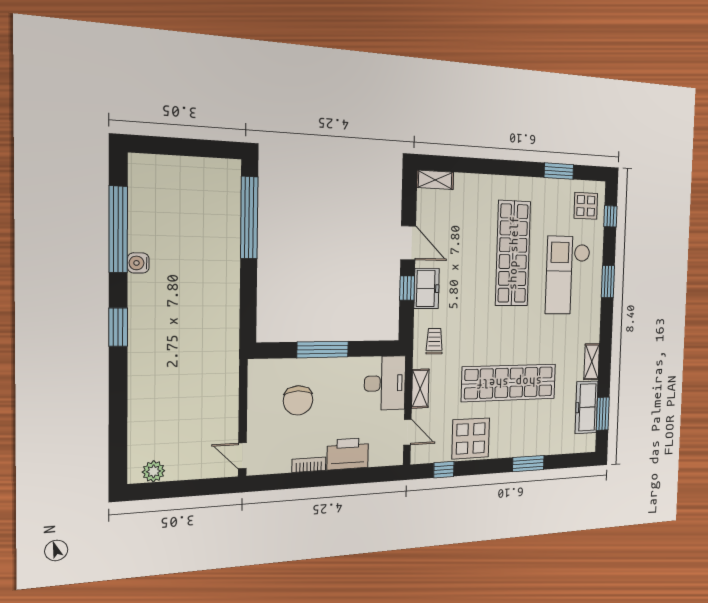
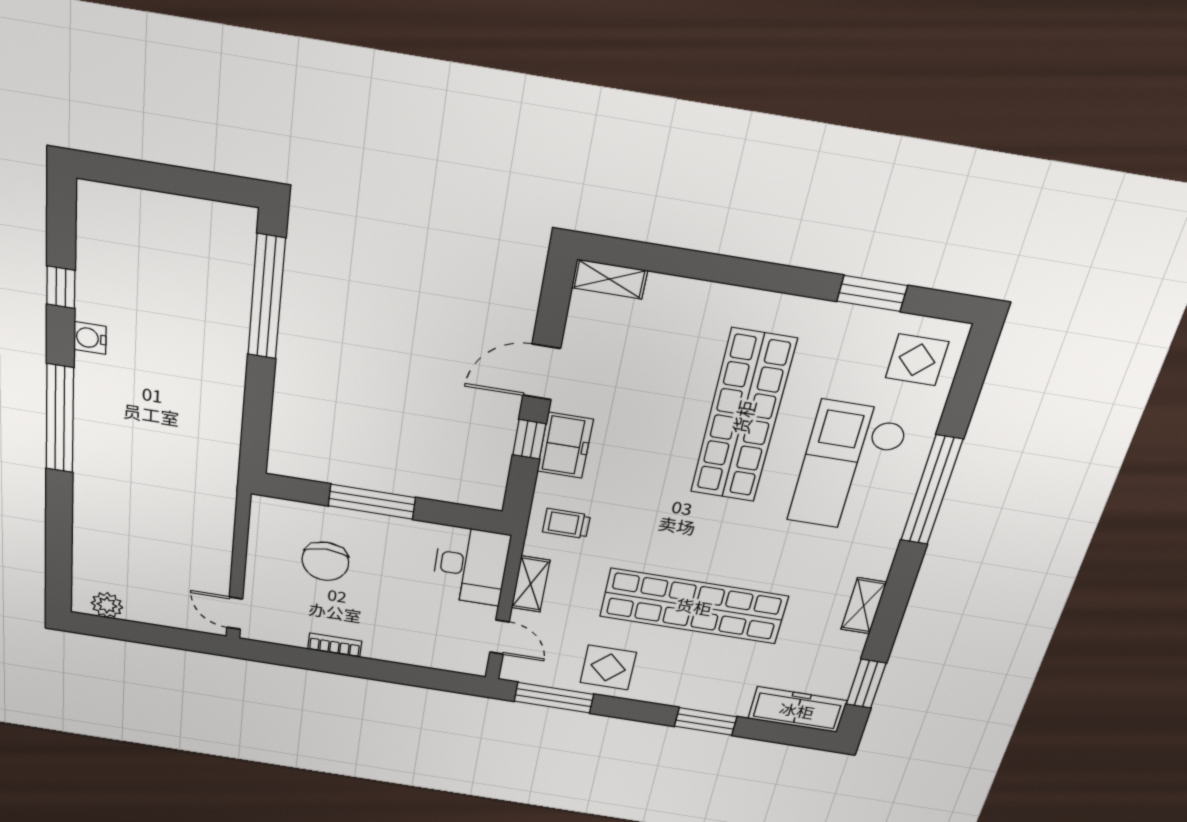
window: (610, 216) -> (967, 385), removed
window: (118, 229) -> (61, 287), width x0.32
door: (408, 243) -> (542, 372), swing flipped
window: (608, 282) -> (932, 490), width x2.11
window: (118, 327) -> (60, 419), width x2.11
trolley: (434, 341) -> (566, 524), turned -90
freezer: (587, 407) -> (797, 710), moved, turned 90
display table: (471, 438) -> (608, 667), width x0.73, depth x0.73
printer: (348, 454) -> (397, 645), removed
window: (444, 470) -> (554, 698), width x2.17

